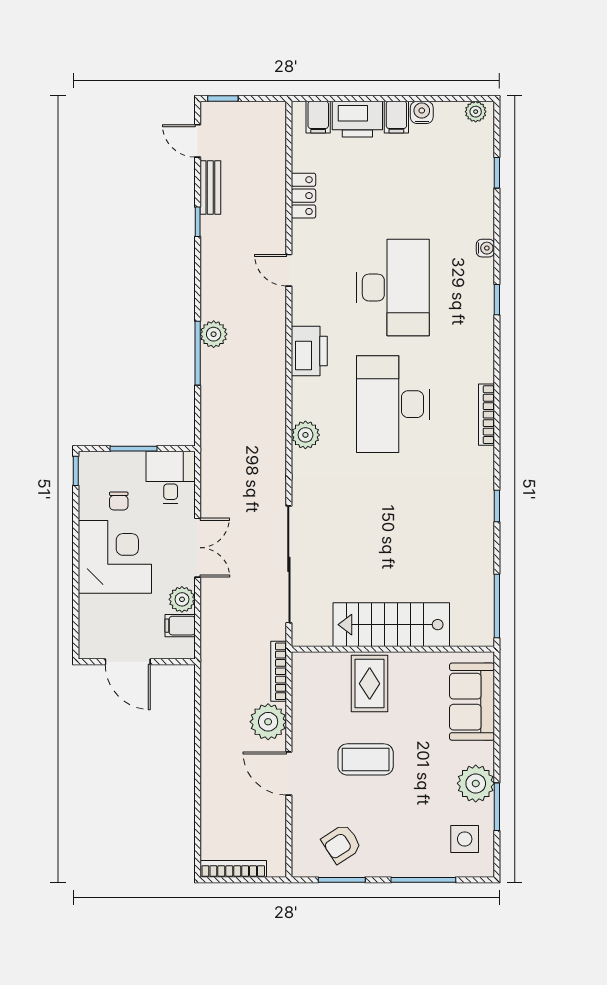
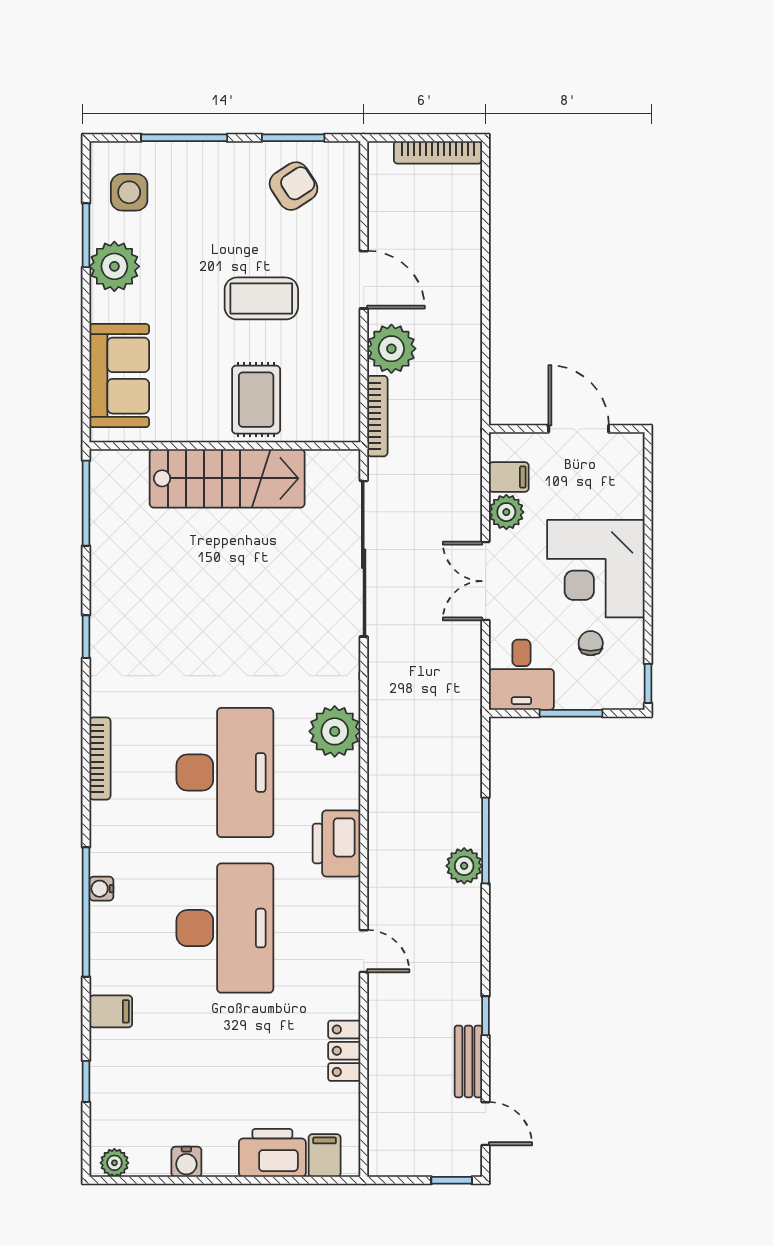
filing cabinet: (396, 117) -> (111, 1011), moved, turned 90
water cooler: (485, 248) -> (101, 889), moved
desk: (393, 288) -> (225, 928), turned 180
window: (497, 300) -> (86, 912), width x3.17
plant: (305, 435) -> (335, 731), width x1.36, depth x1.36

